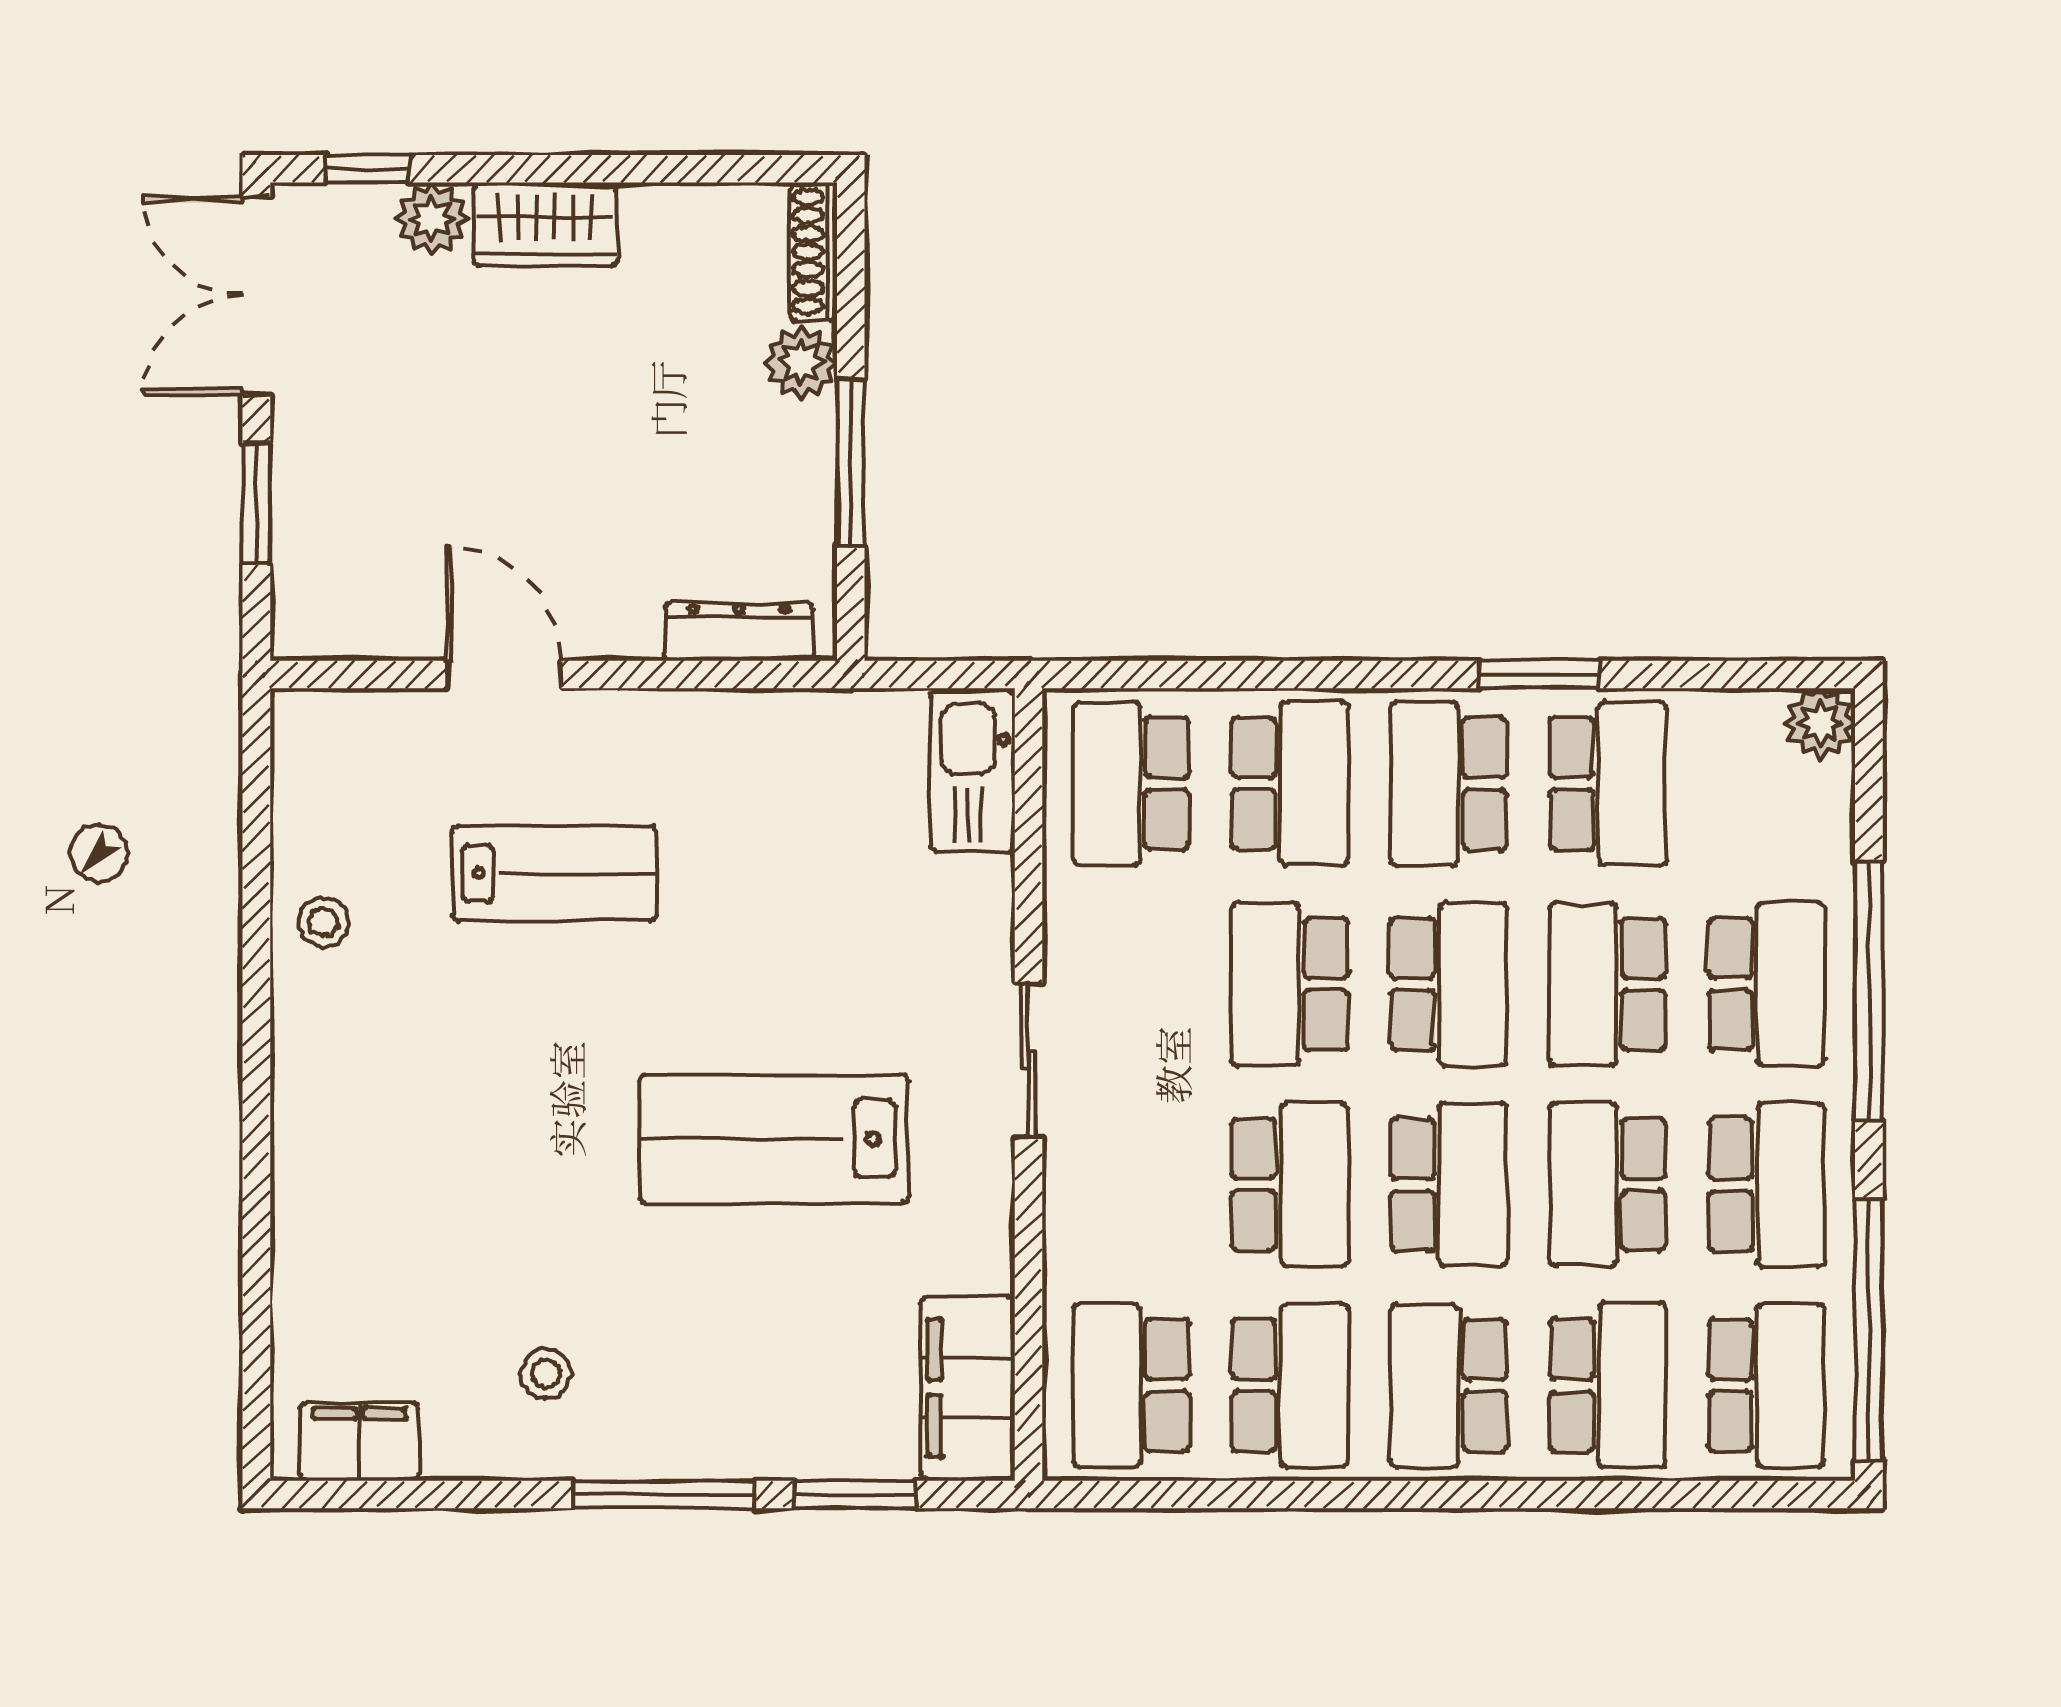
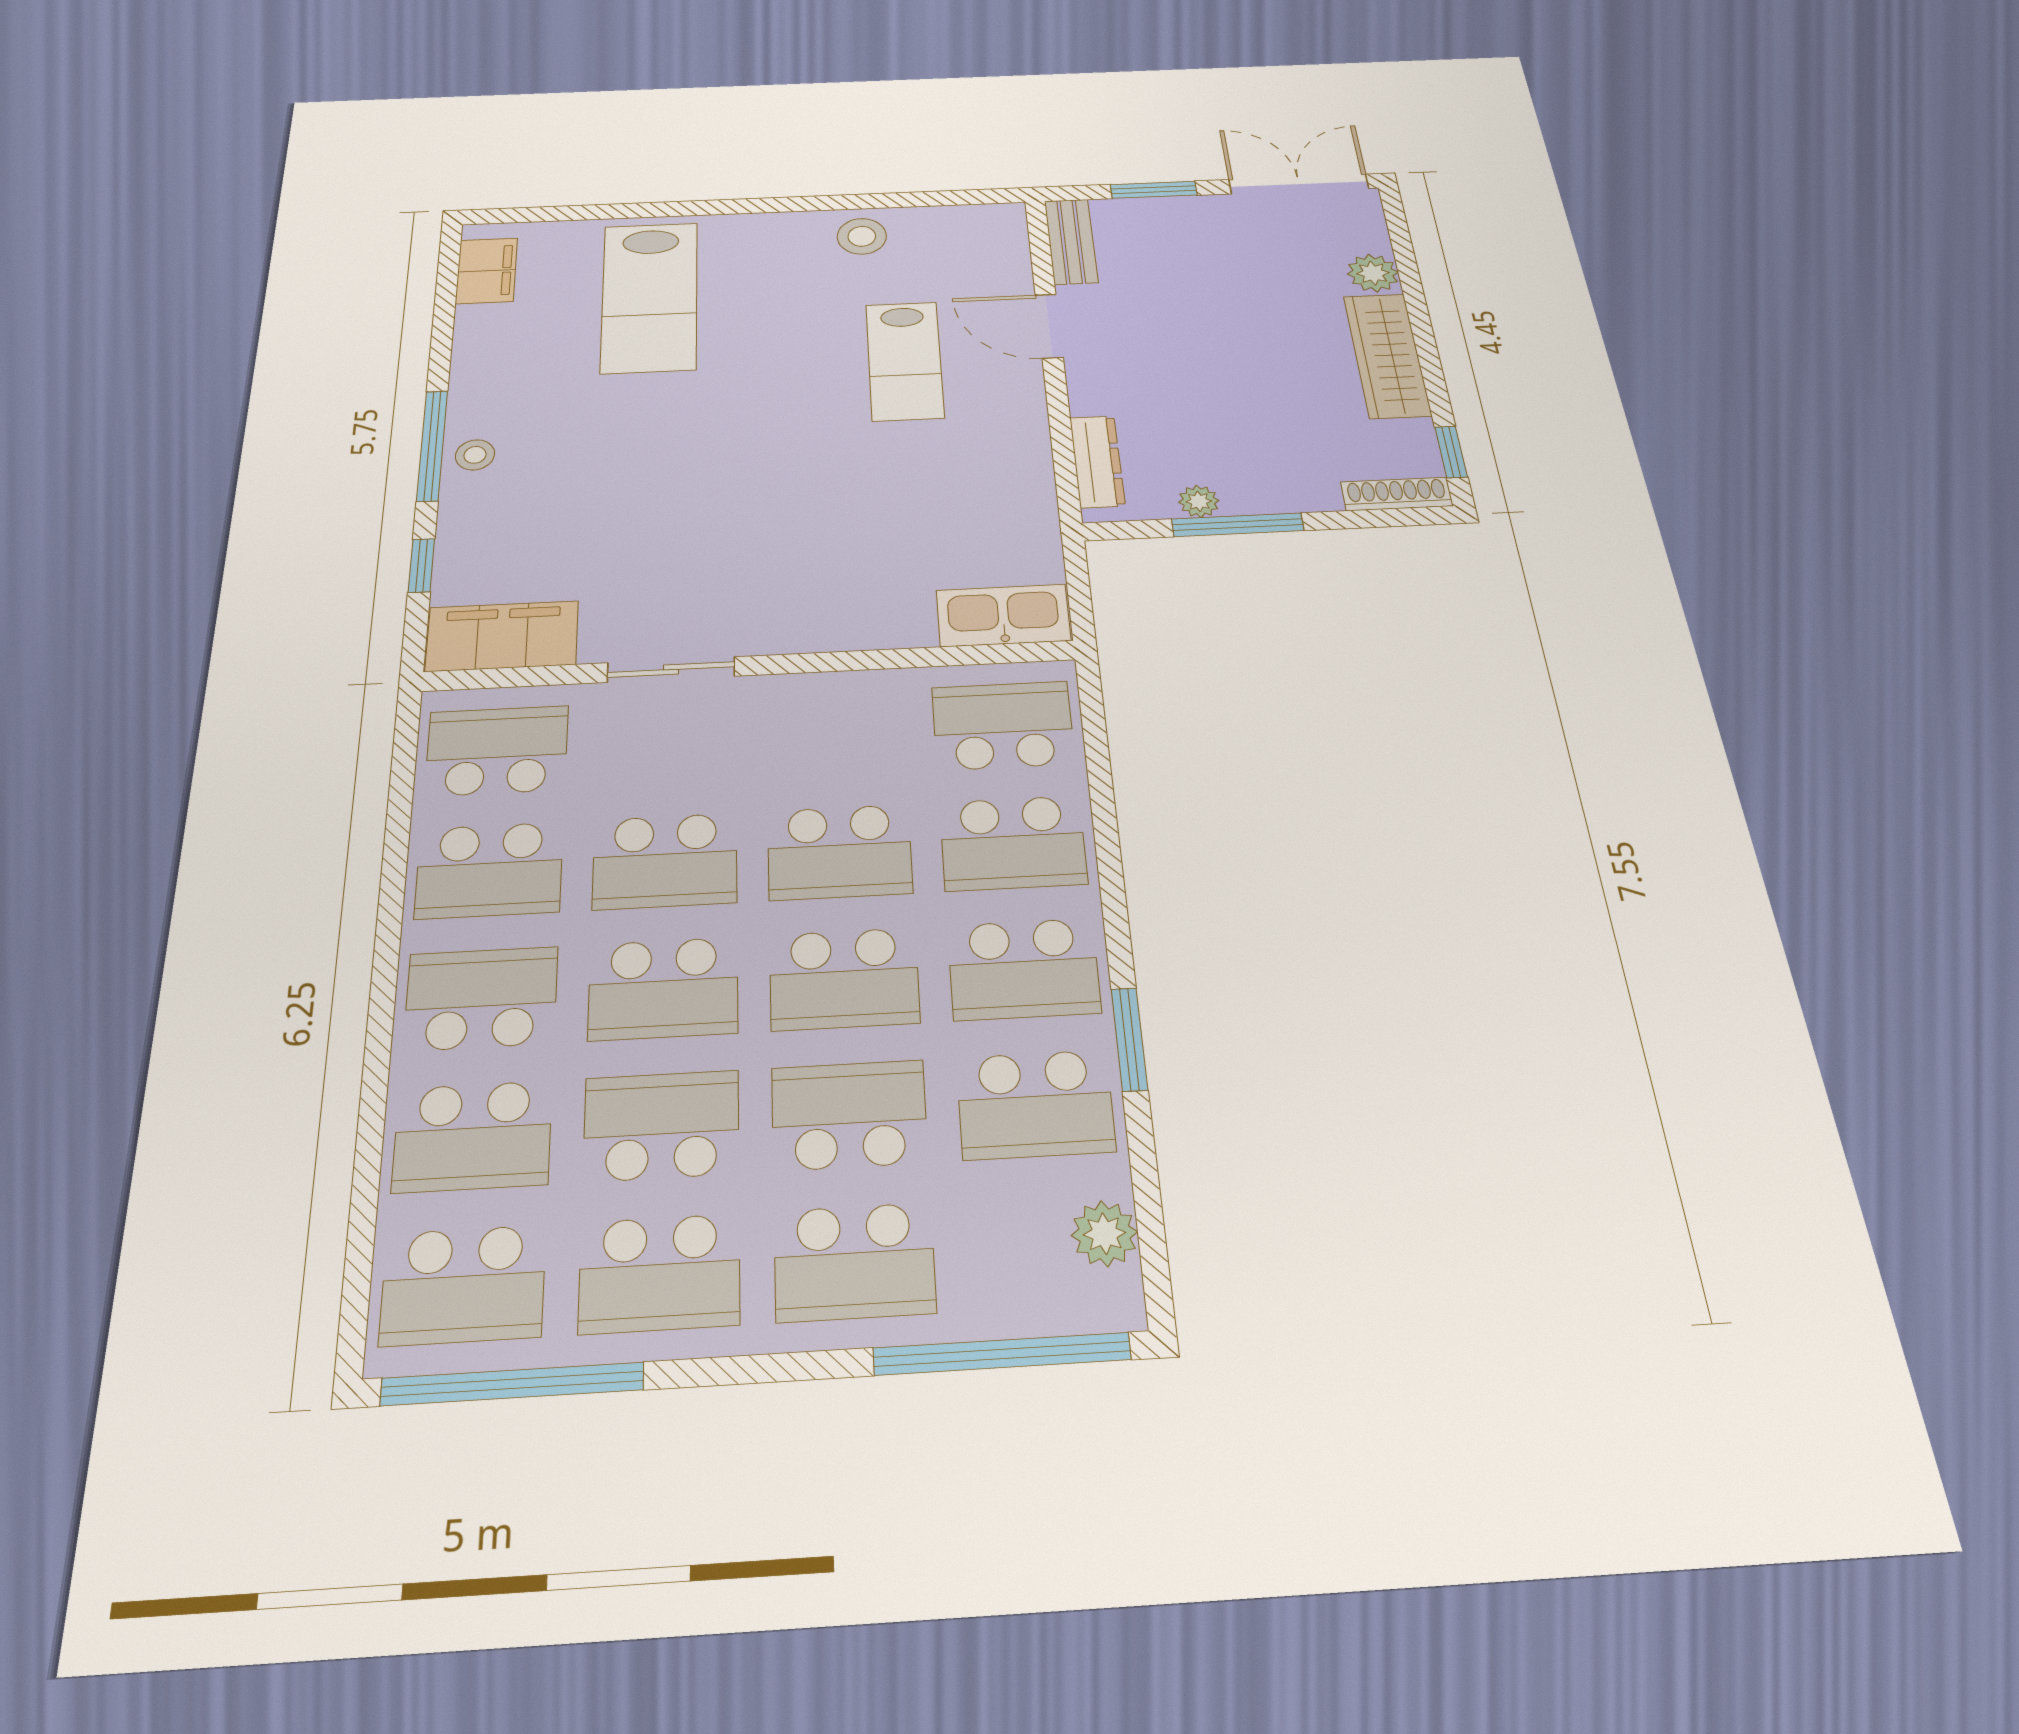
window: (367, 169) -> (1451, 452), moved
wardrobe: (545, 224) -> (1387, 355), width x1.50
plant: (801, 362) -> (1199, 501), moved, width x0.73, depth x0.73
bench: (350, 630) -> (1071, 241), added
door: (504, 674) -> (1049, 326), swing flipped
plant: (1820, 723) -> (1104, 1234), moved
school desk: (1449, 784) -> (1024, 969), turned 180
stool: (324, 922) -> (862, 236), width x1.37, depth x1.37
school desk: (1290, 984) -> (840, 852), turned 180
window: (1869, 991) -> (1002, 1354), moved
sliding door: (1028, 1060) -> (671, 670), moved
lab bench: (774, 1139) -> (650, 297), moved, turned 180
stool: (546, 1374) -> (475, 455), moved
window: (855, 1494) -> (421, 566), width x0.67

